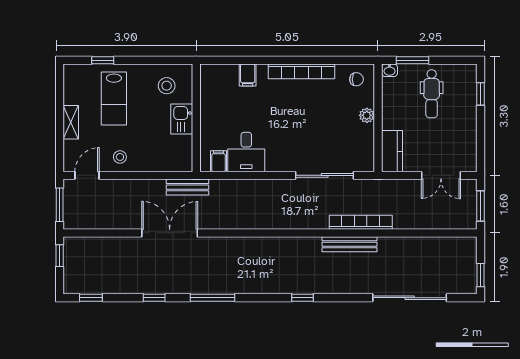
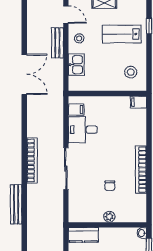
filing cabinet: (248, 75) -> (138, 102), moved
chair: (356, 79) -> (110, 186), moved
kitchen sink: (182, 119) -> (76, 65), moved, turned 90
sliding door: (325, 175) -> (66, 169), moved
bench: (188, 187) -> (57, 43), moved
bookcase: (361, 222) -> (32, 161), moved

